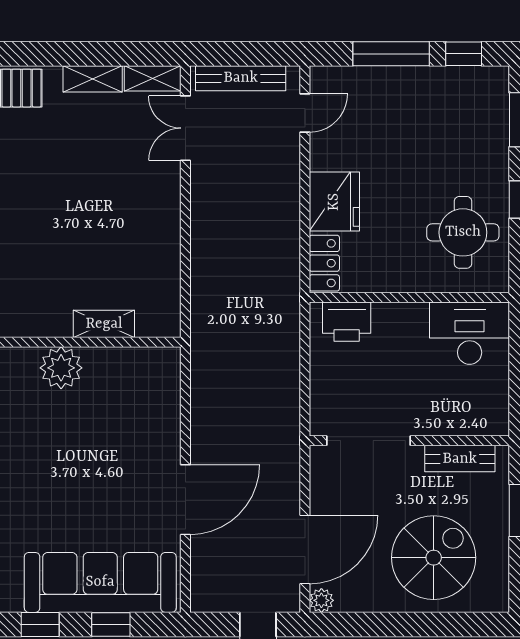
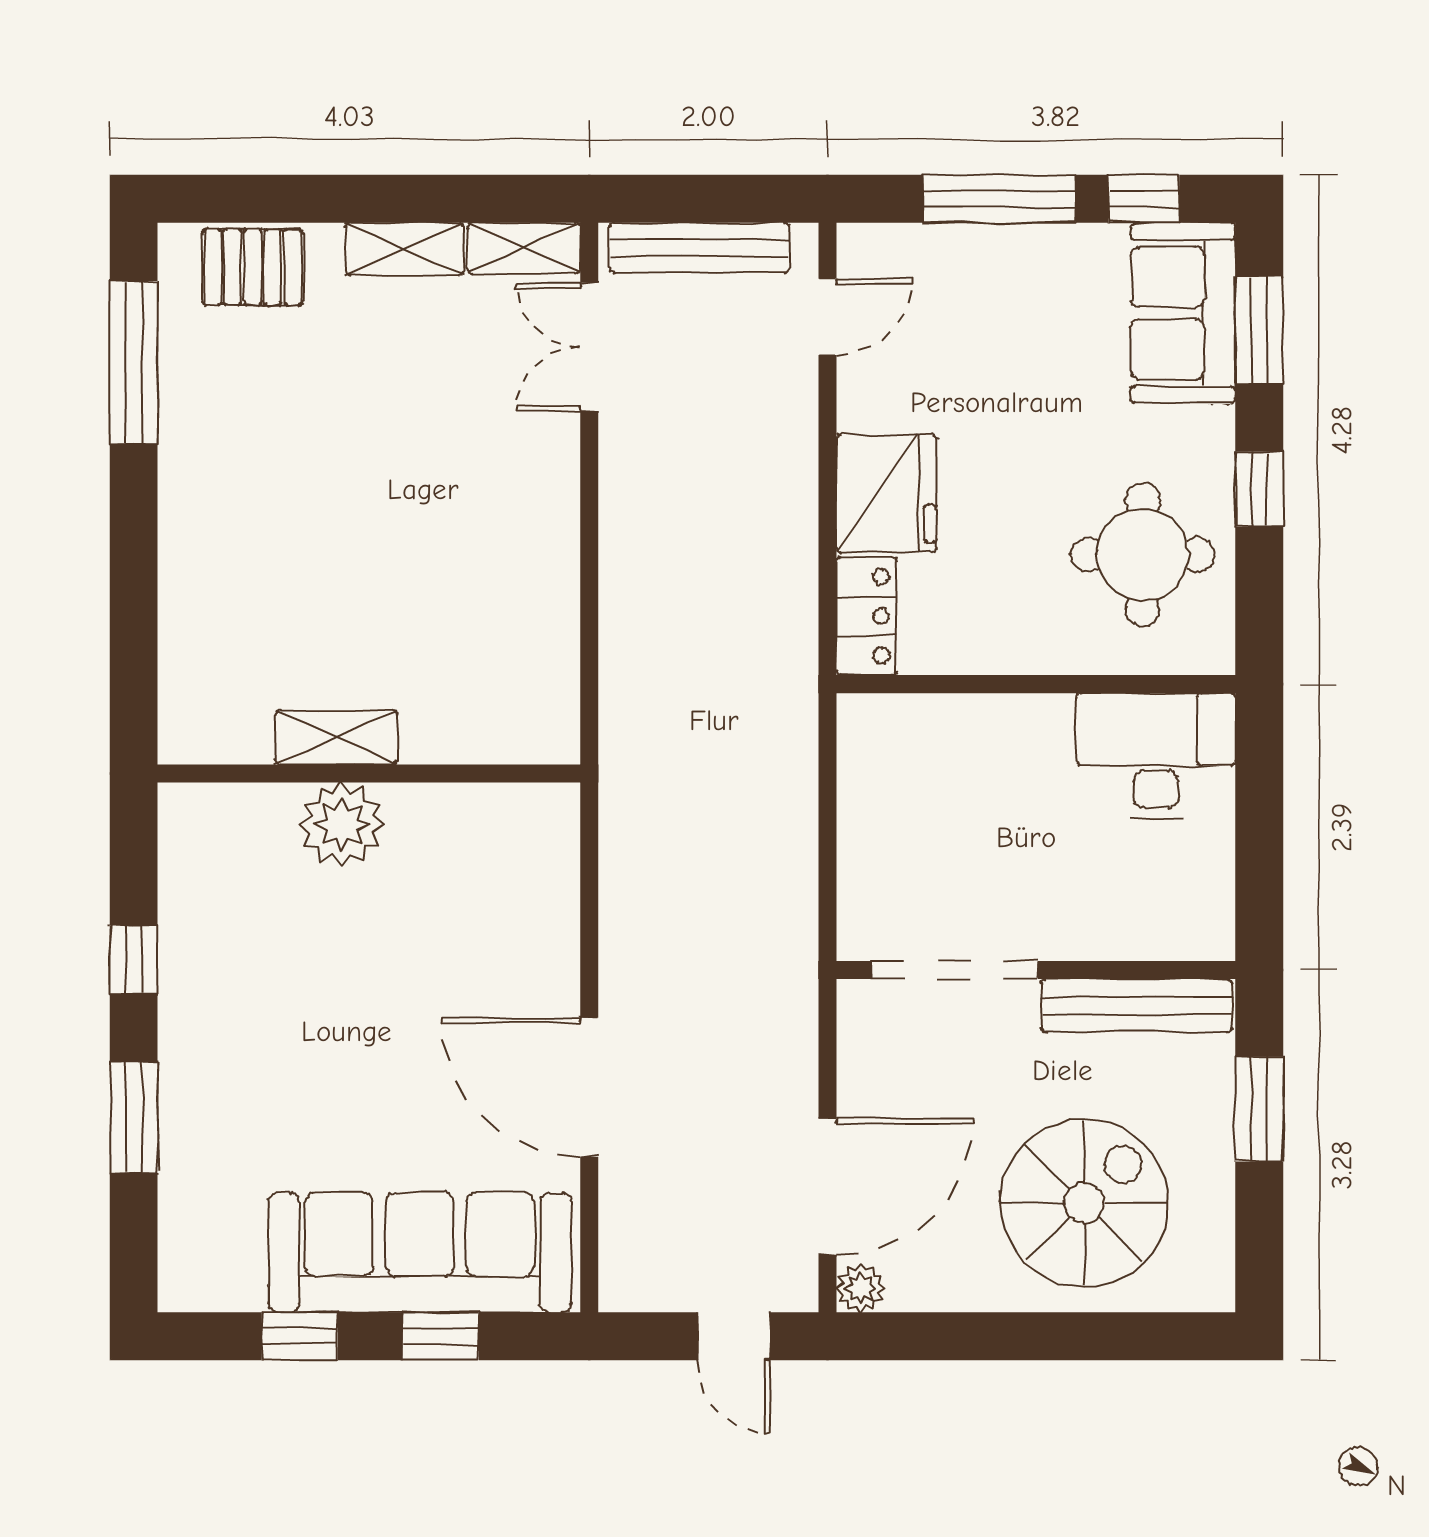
sofa: (483, 111) -> (1183, 313), added
printer: (347, 322) -> (911, 733), removed
shelving: (104, 324) -> (336, 737), moved
bench: (460, 459) -> (1137, 1006), width x1.36
door: (185, 500) -> (589, 1087), swing flipped

